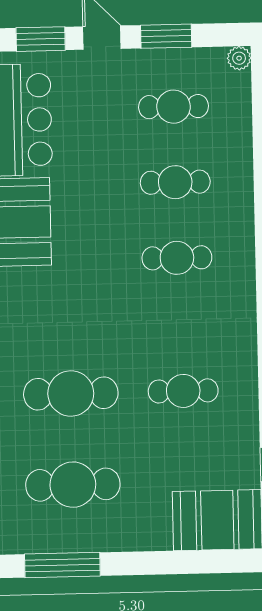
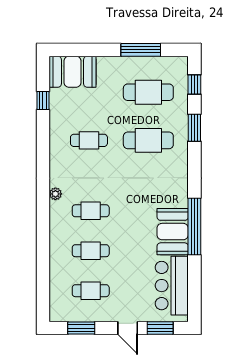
window: (166, 36) -> (81, 328), moved
plant: (239, 58) -> (55, 194), moved
window: (62, 565) -> (141, 50), moved

